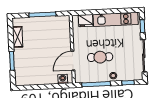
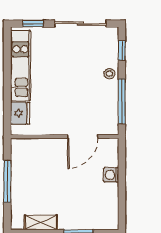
cafe table: (100, 57) -> (79, 93), removed
door: (73, 61) -> (83, 137), hinge flipped
washing machine: (63, 79) -> (111, 175), moved

